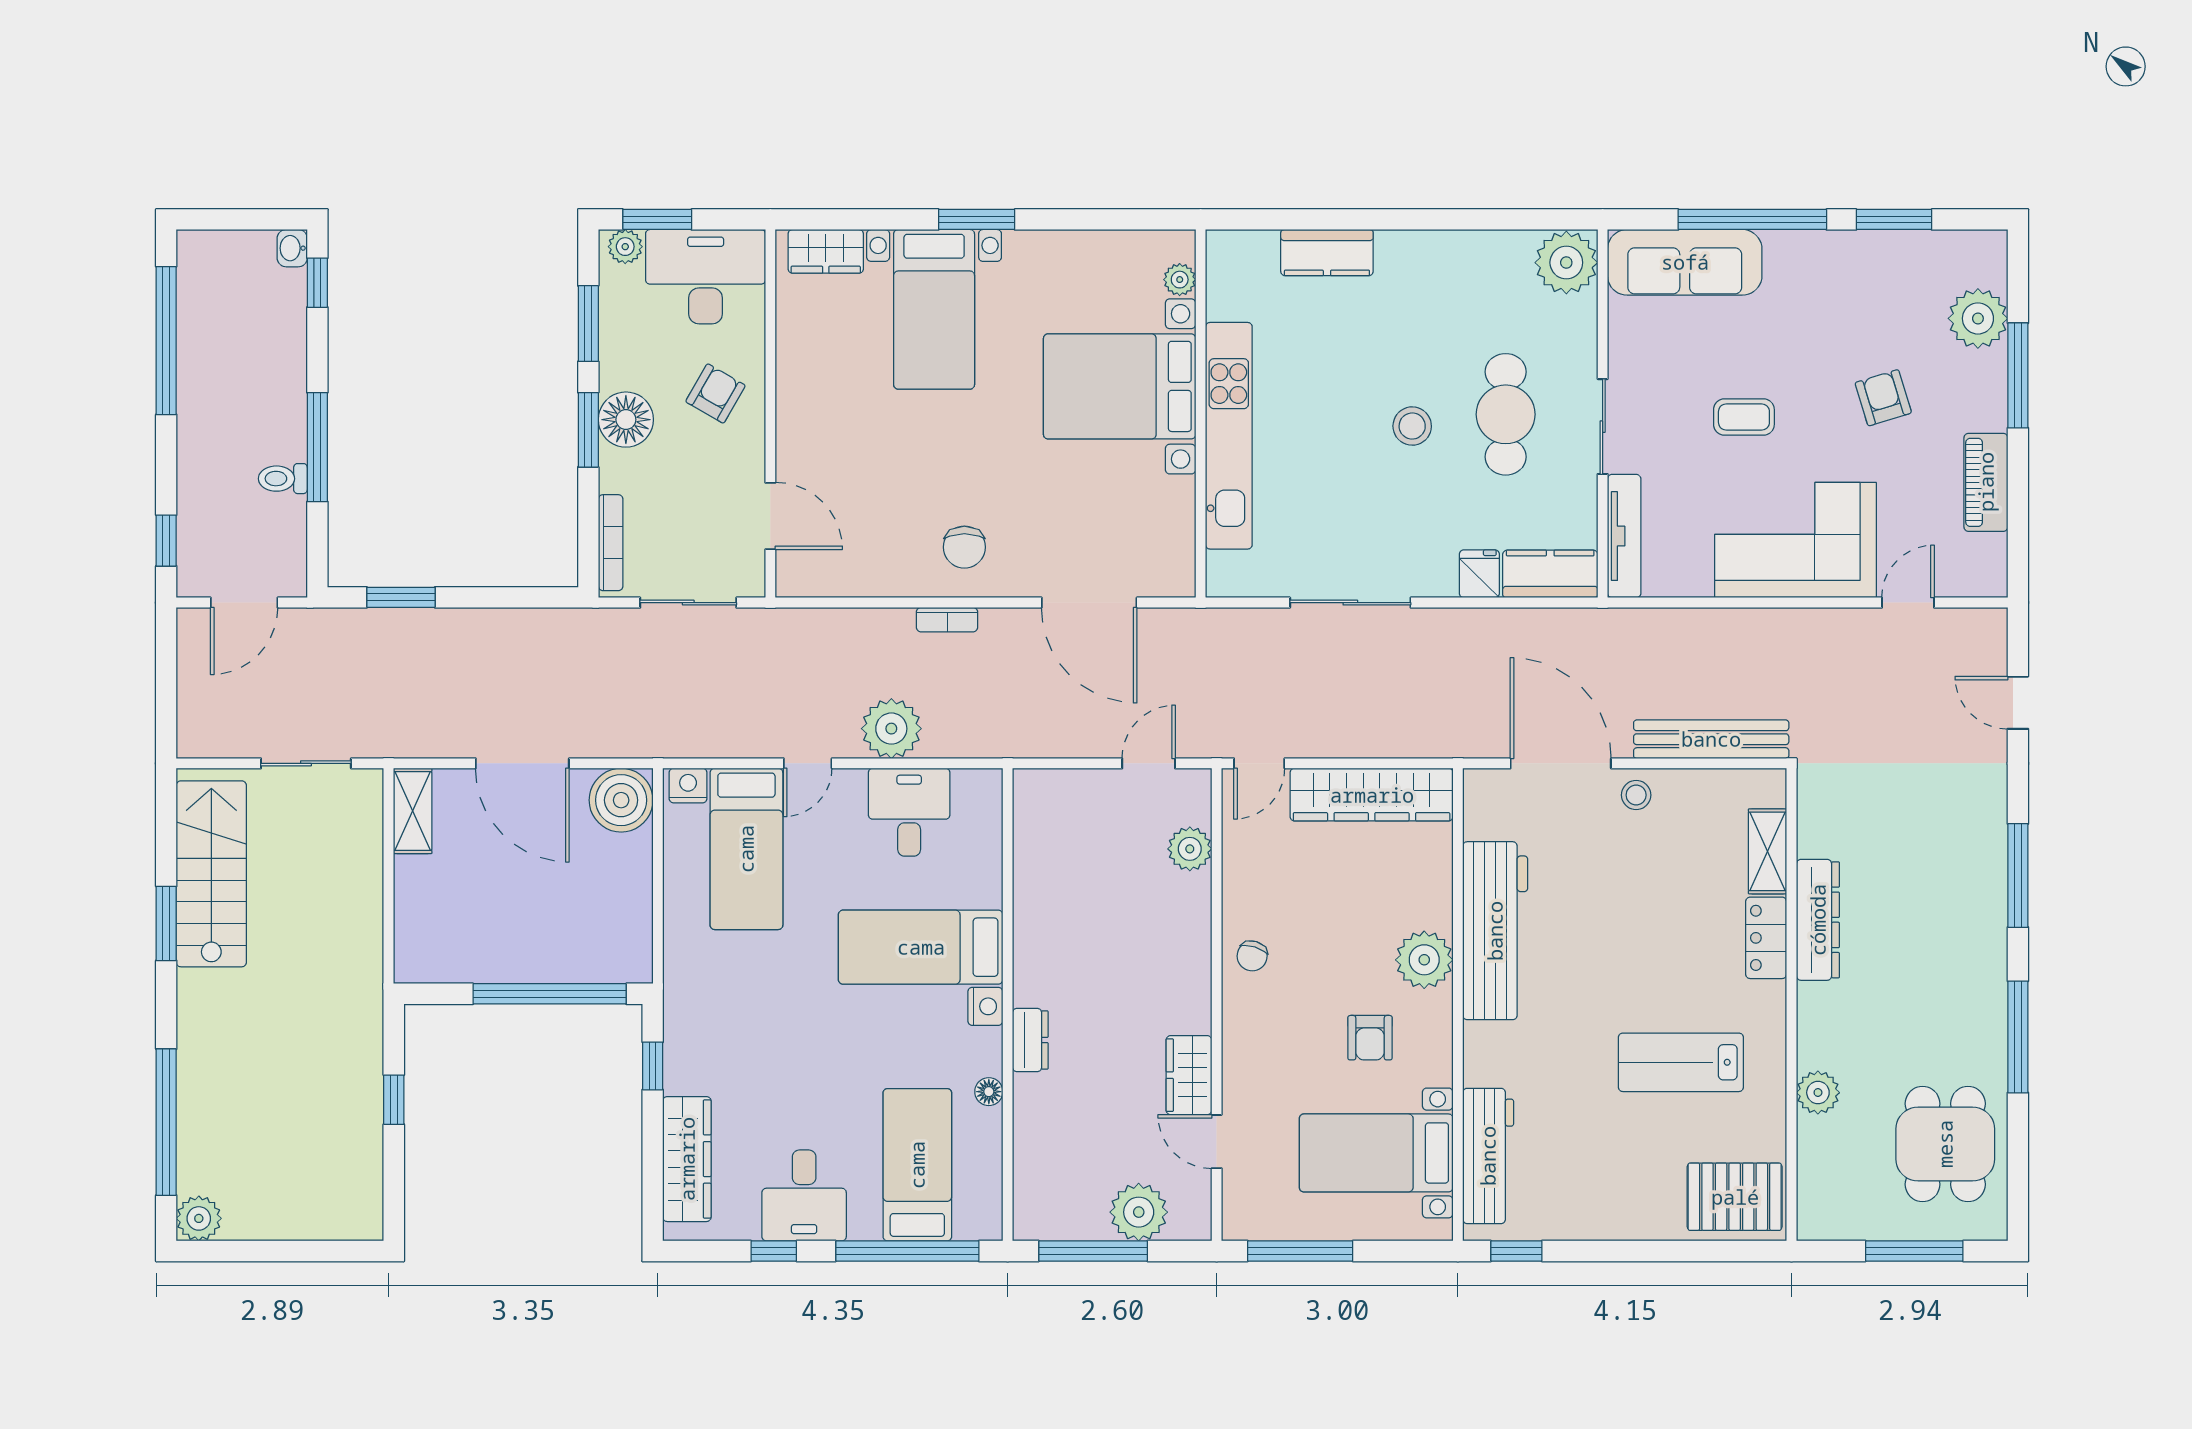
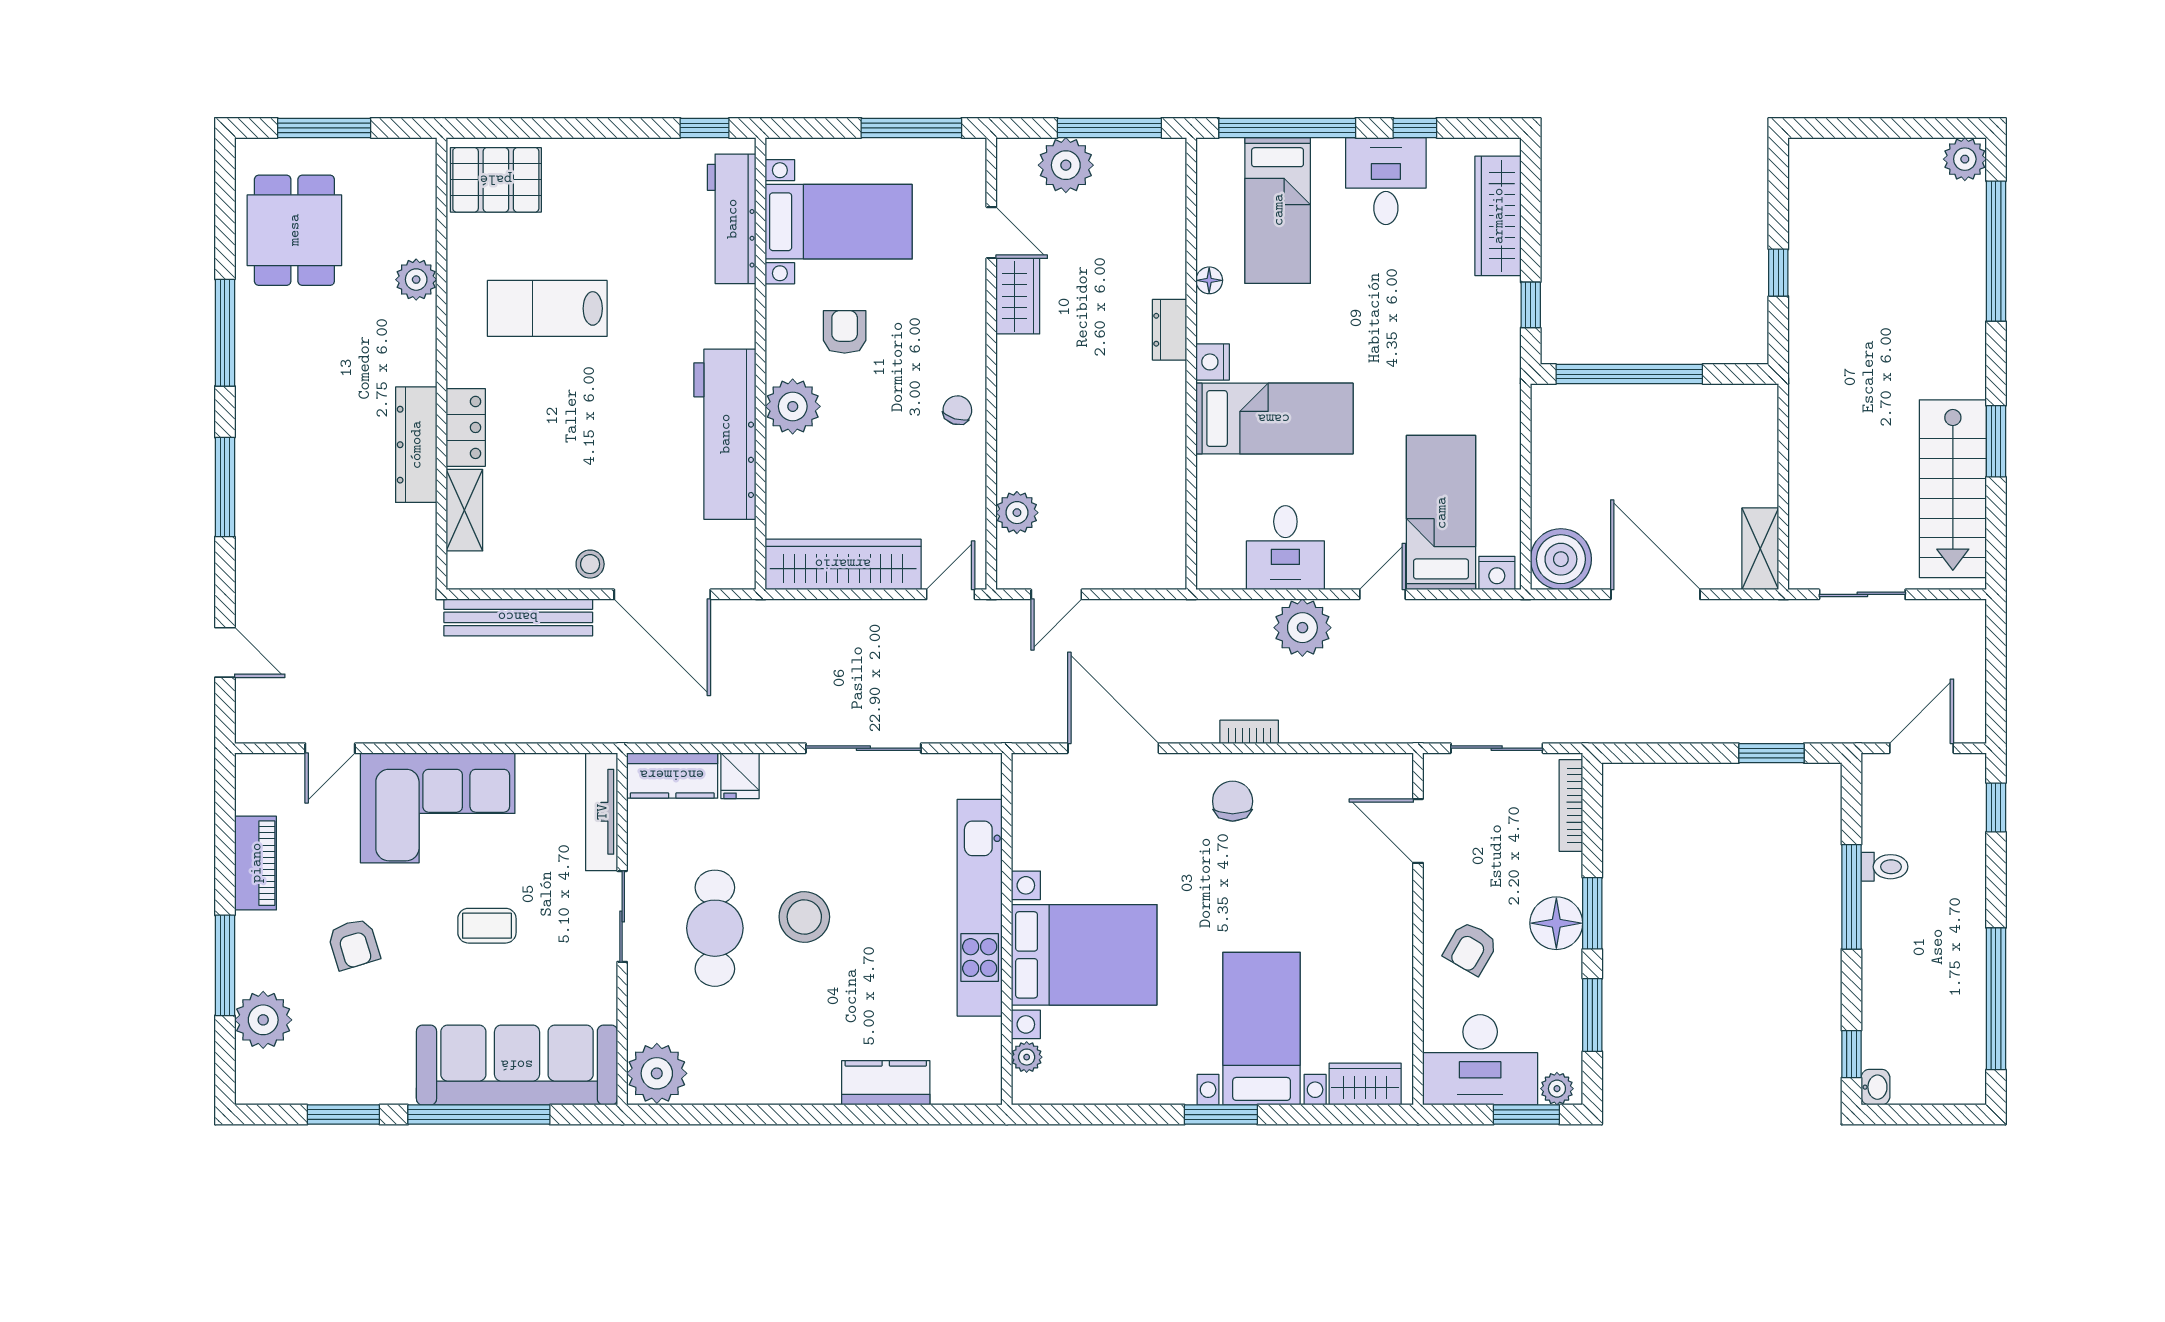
sofa: (1685, 262) -> (517, 1065), width x1.36, depth x1.27
stool: (1412, 426) -> (804, 917), width x1.38, depth x1.38
lab bench: (1681, 1062) -> (547, 308), turned 180

